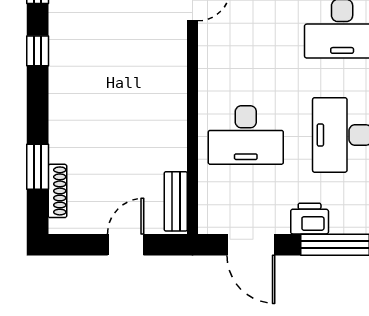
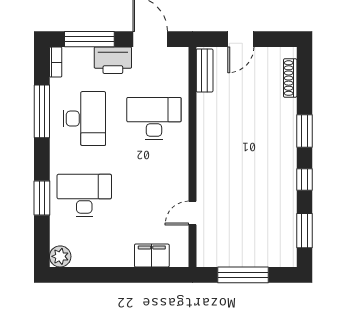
window: (38, 167) -> (304, 131), moved
printer: (310, 219) -> (113, 60), width x1.37, depth x1.19

